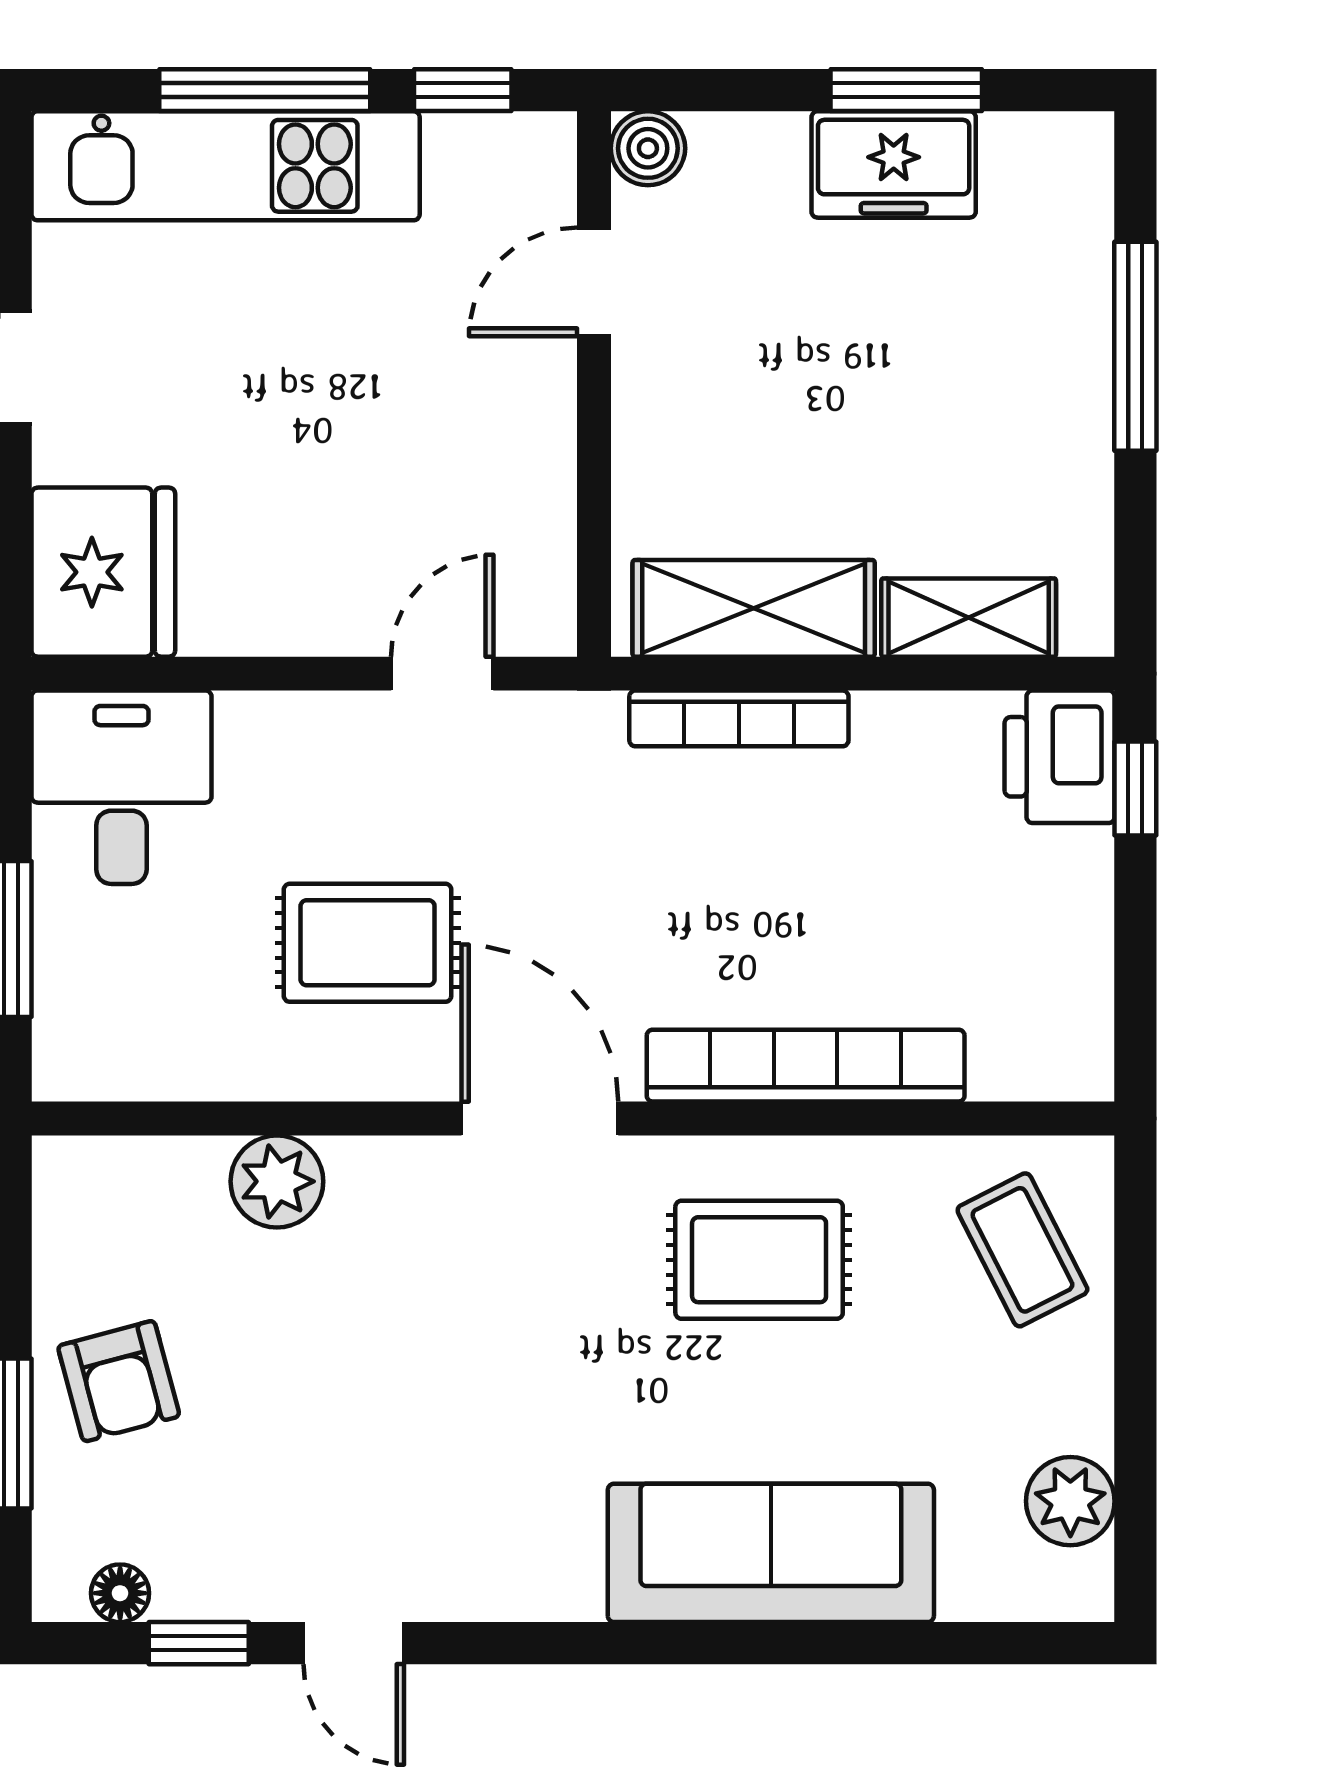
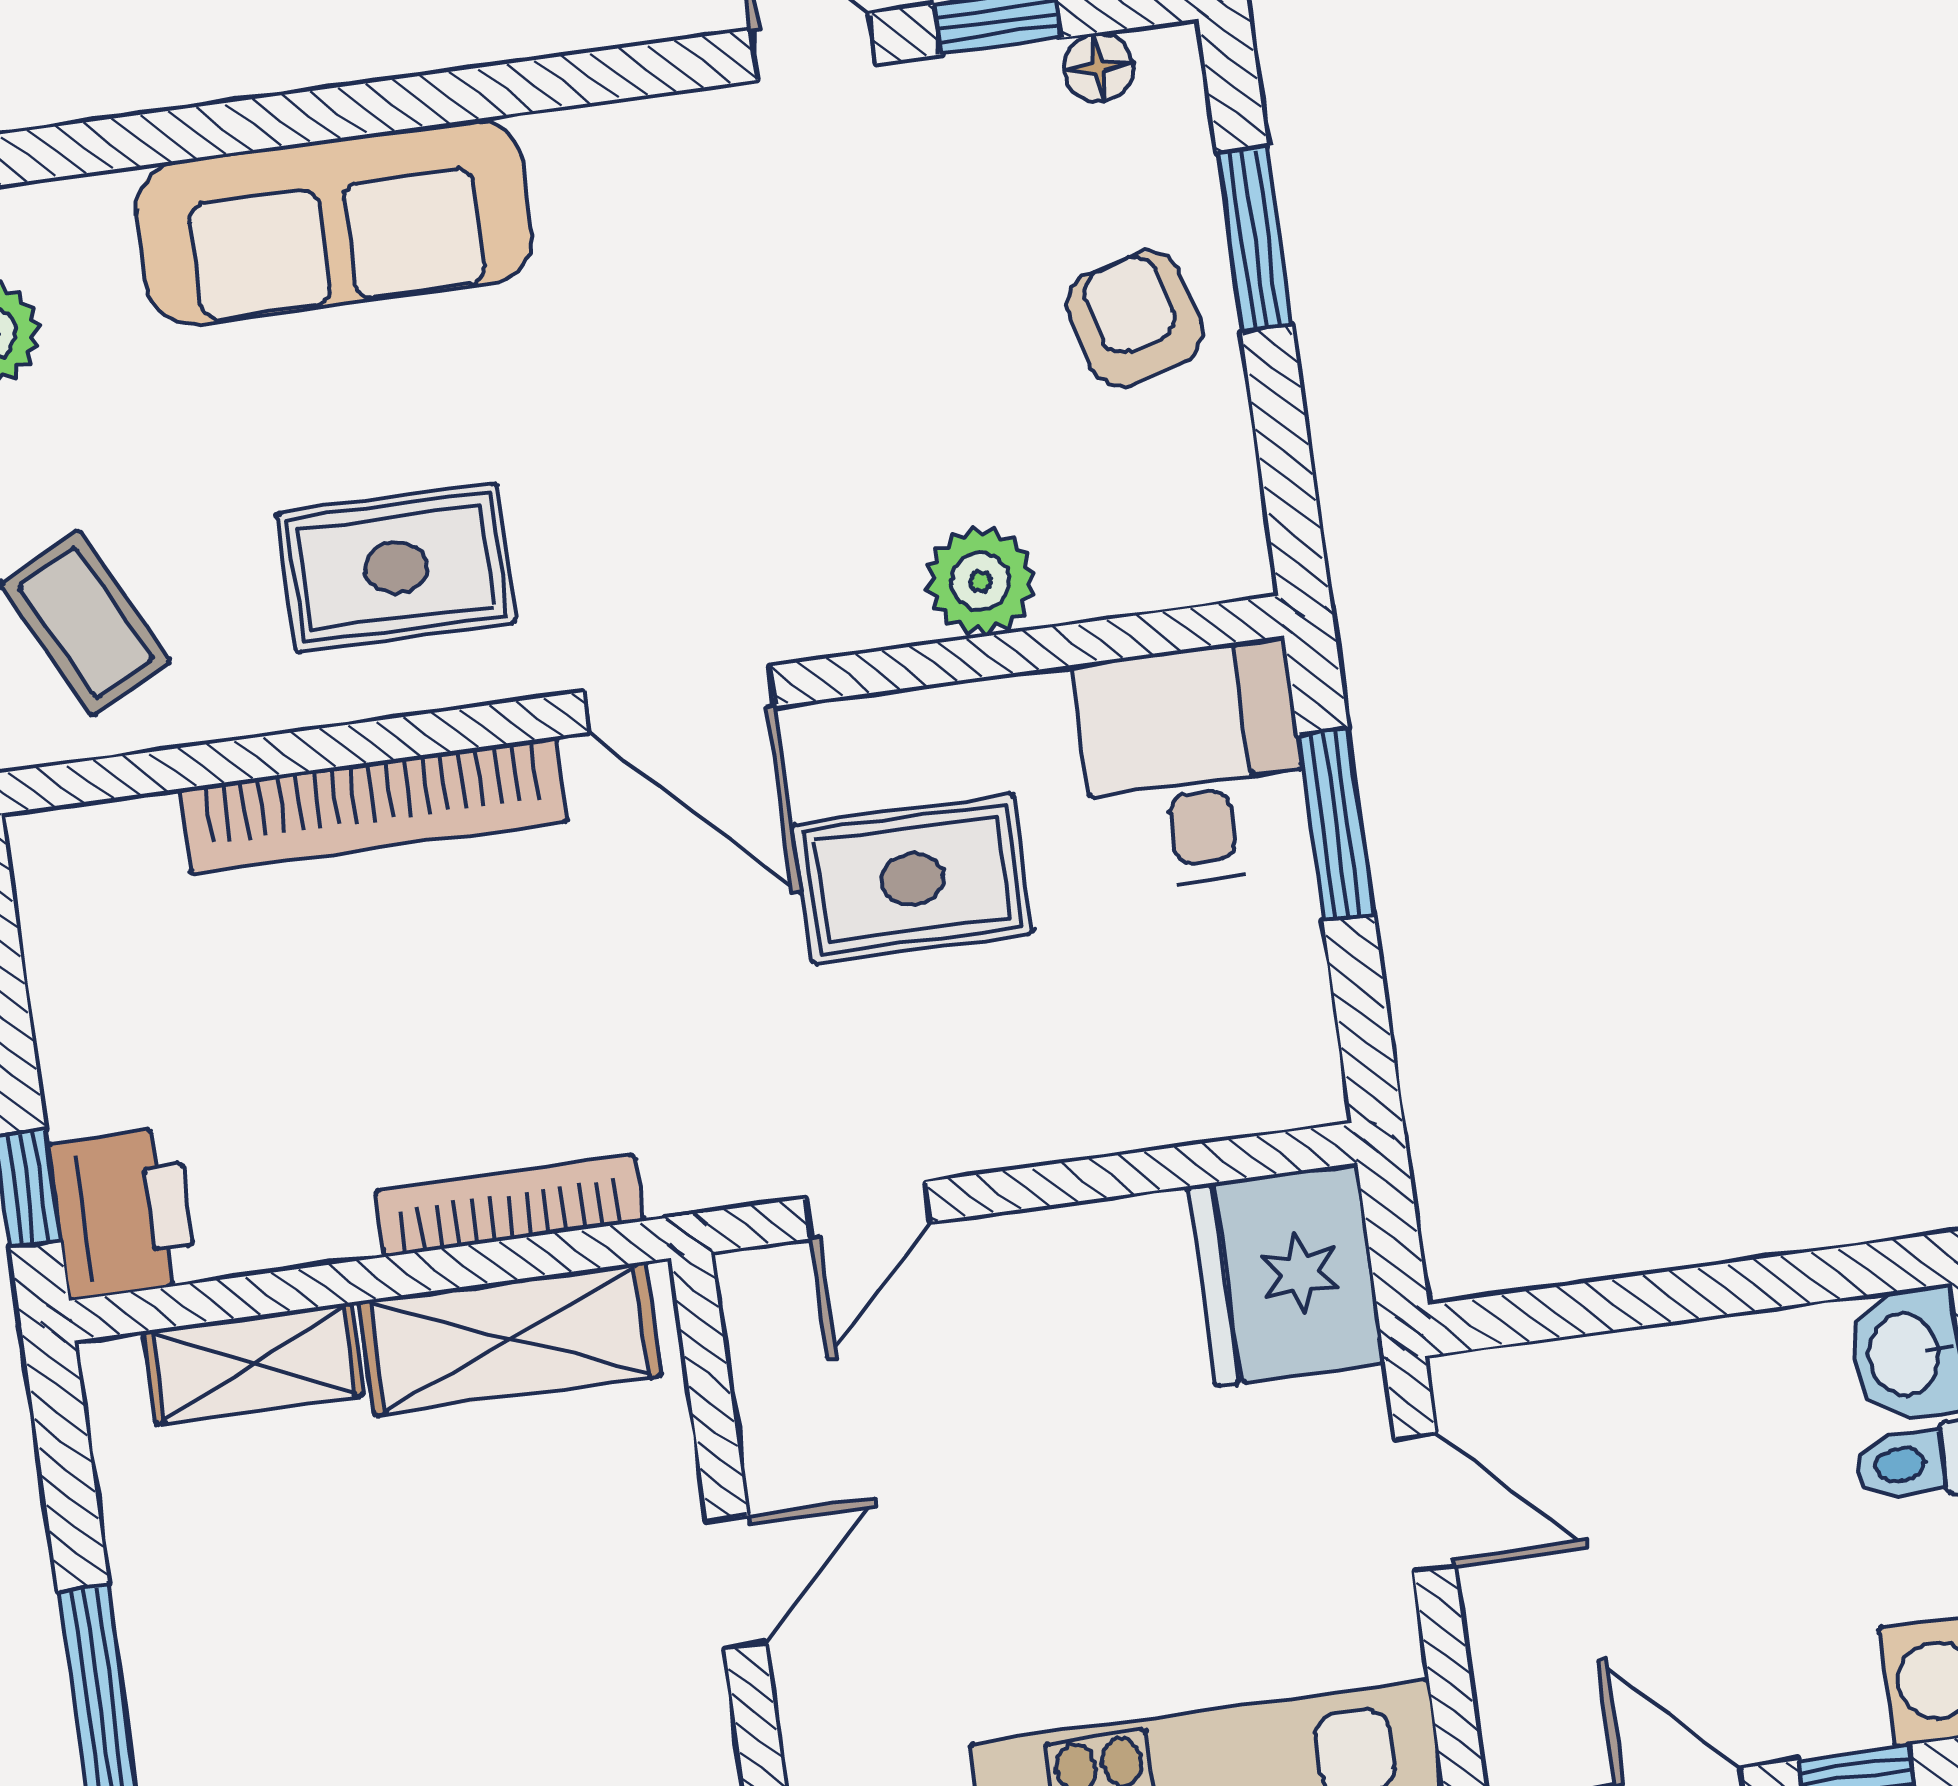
door: (594, 282) -> (736, 1582), moved
desk: (121, 787) -> (1194, 765), moved, turned 180

